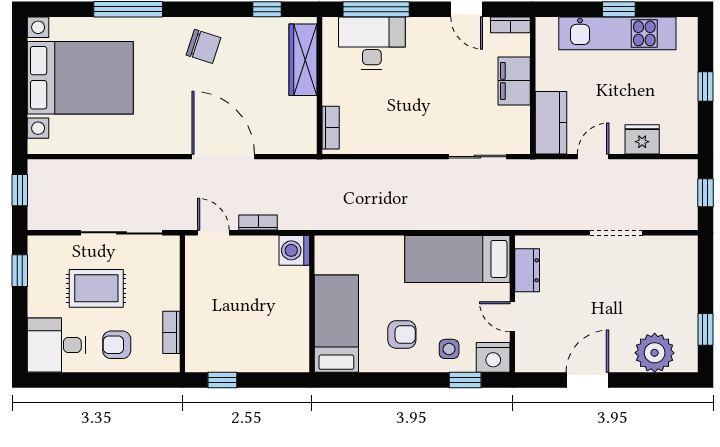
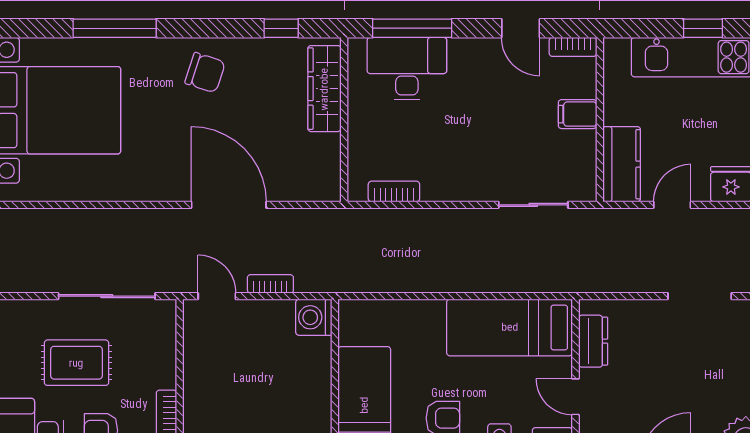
filing cabinet: (514, 81) -> (578, 114), width x0.50
bookcase: (331, 128) -> (394, 191), moved, turned -90

